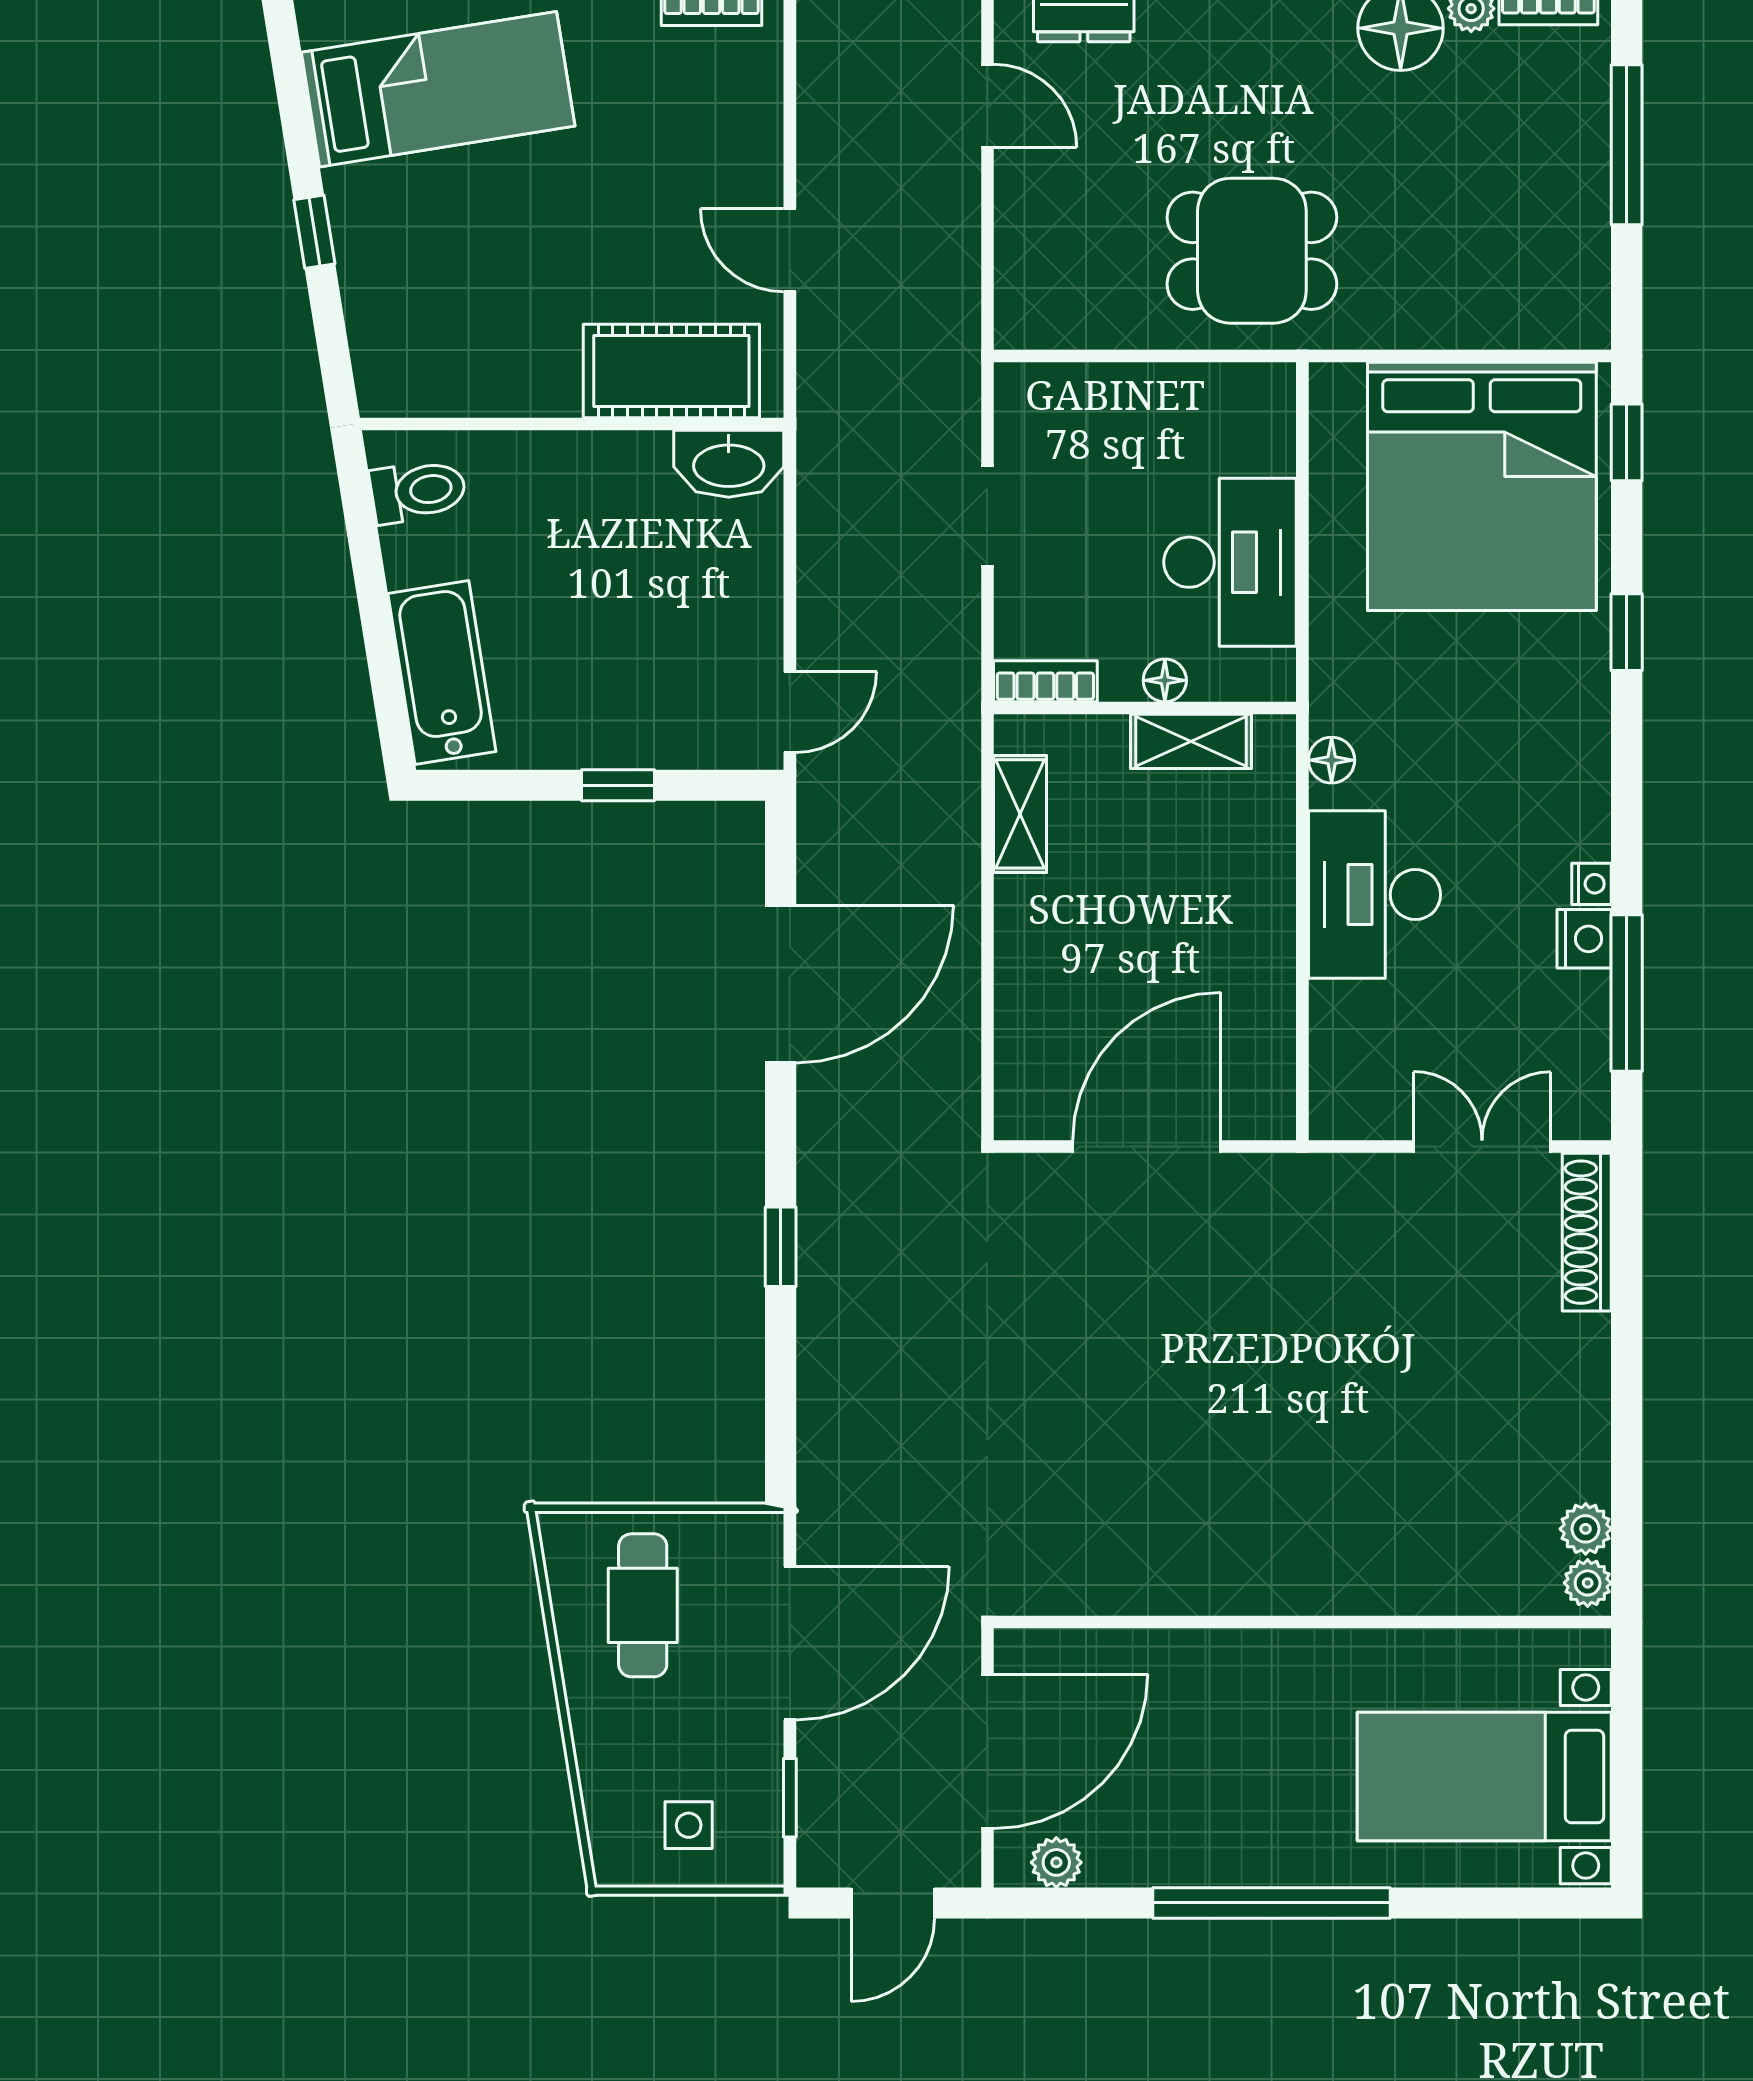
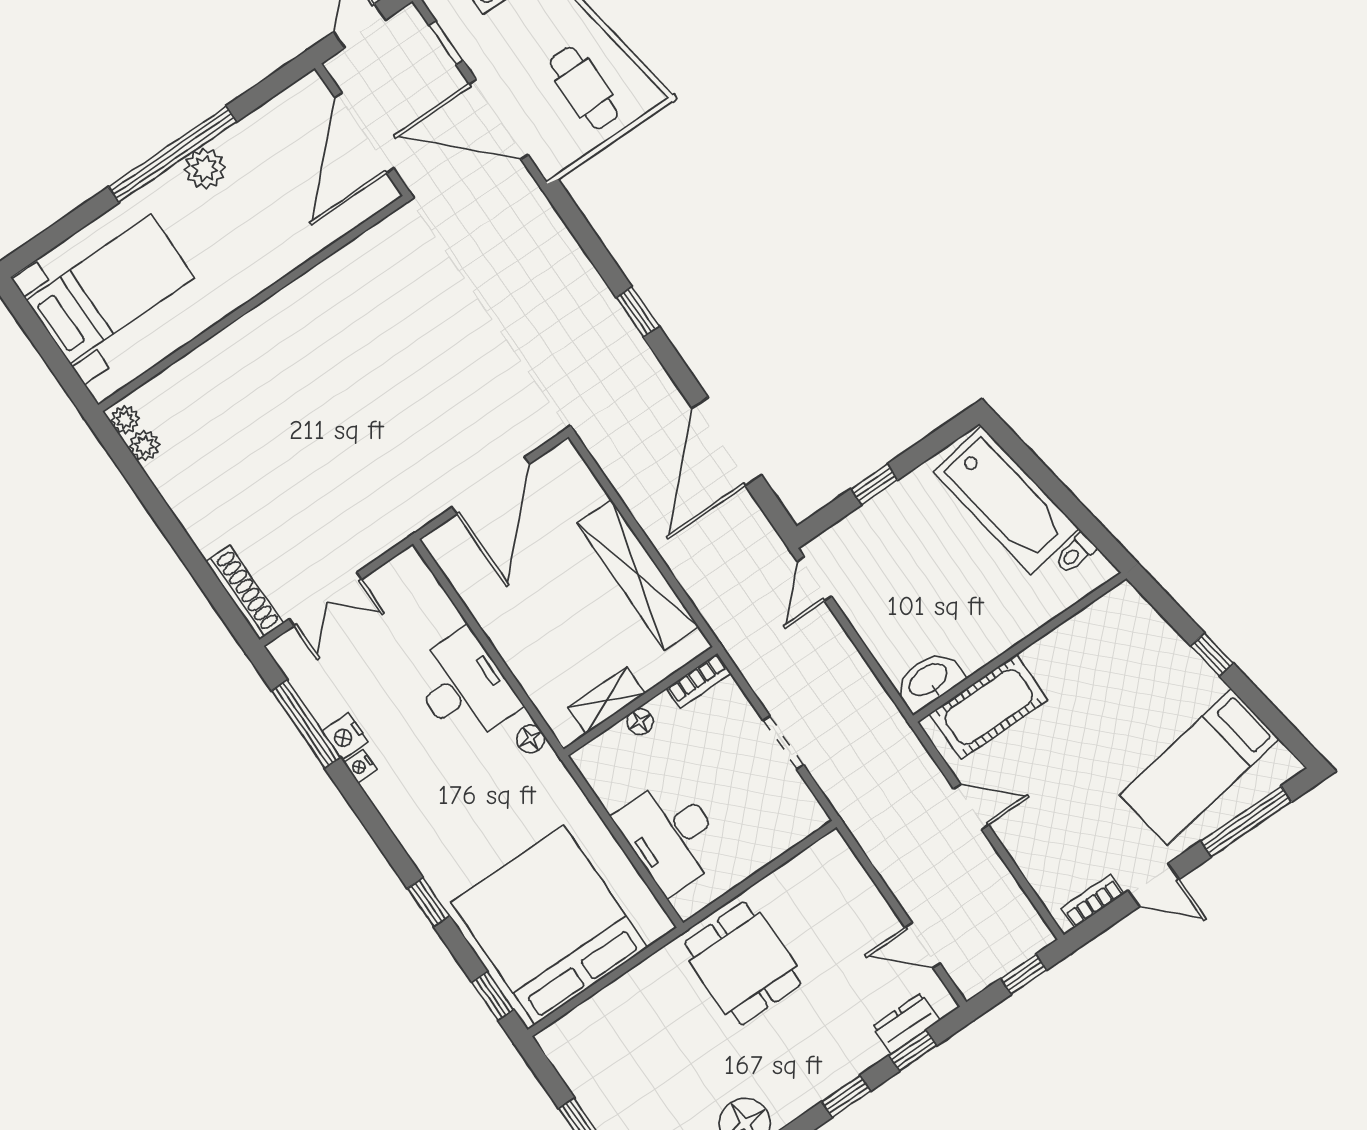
dining table: (1252, 251) -> (743, 963), turned 90
toilet: (418, 491) -> (1075, 553), width x0.73, depth x0.72
desk: (1230, 562) -> (671, 836), moved
bathtub: (442, 673) -> (1006, 500), width x1.36, depth x1.36
shelving: (1020, 814) -> (638, 575), width x2.20, depth x1.33
door: (790, 1643) -> (498, 119), hinge flipped
plant: (1056, 1862) -> (205, 168), moved, width x1.38, depth x1.38

